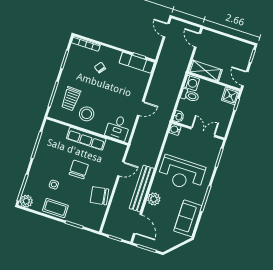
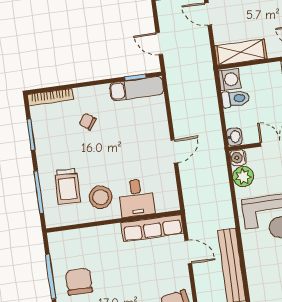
door: (166, 30) -> (159, 43), moved
desk: (118, 128) -> (136, 198), moved
row of seats: (86, 139) -> (152, 228), moved
chair: (79, 169) -> (79, 282), moved
door: (121, 169) -> (188, 252), hinge flipped
plant: (154, 199) -> (243, 177), moved

